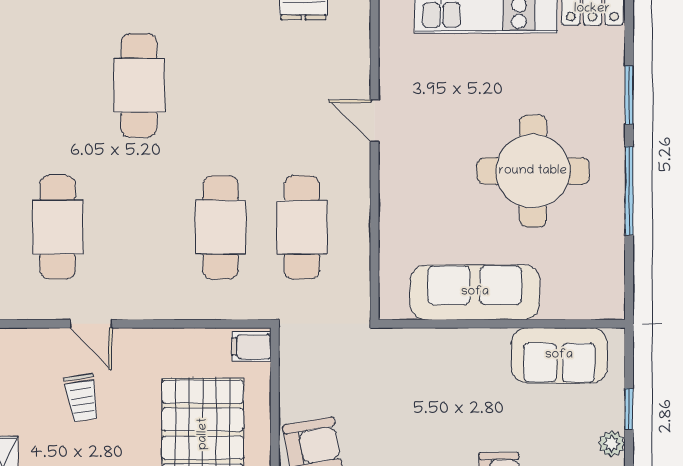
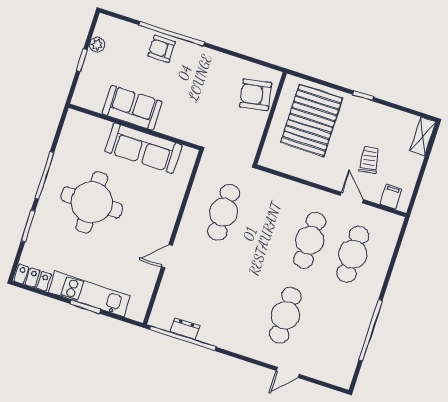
door: (375, 121) -> (167, 256), swing flipped
cafe table: (221, 227) -> (310, 240), moved
filing cabinet: (251, 347) -> (391, 197), moved, turned -90
sofa: (559, 355) -> (132, 108), moved

